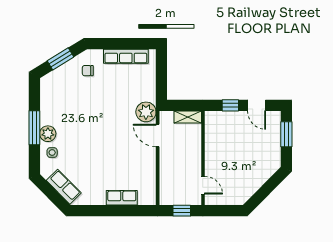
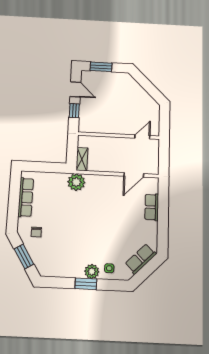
door: (257, 105) -> (75, 89), hinge flipped
shelving: (188, 117) -> (82, 159), moved
window: (34, 128) -> (86, 284), width x0.69
door: (158, 135) -> (134, 175), moved
window: (182, 211) -> (164, 156), removed

